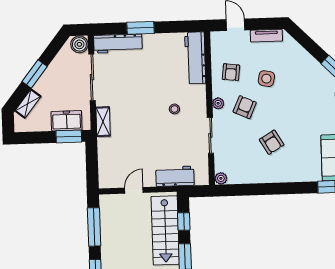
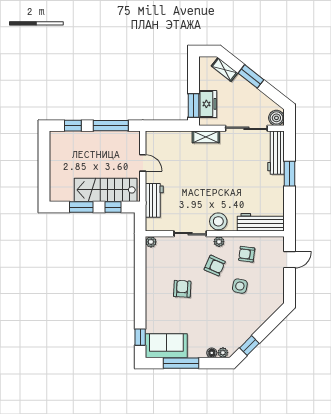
tv unit: (266, 36) -> (279, 287), removed
stool: (174, 109) -> (218, 221), moved, width x1.89, depth x1.89
armchair: (272, 142) -> (182, 289), turned 124

